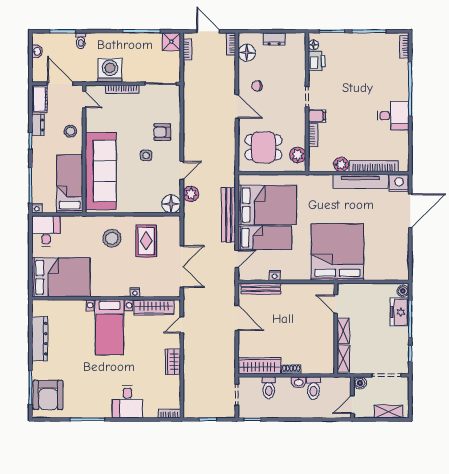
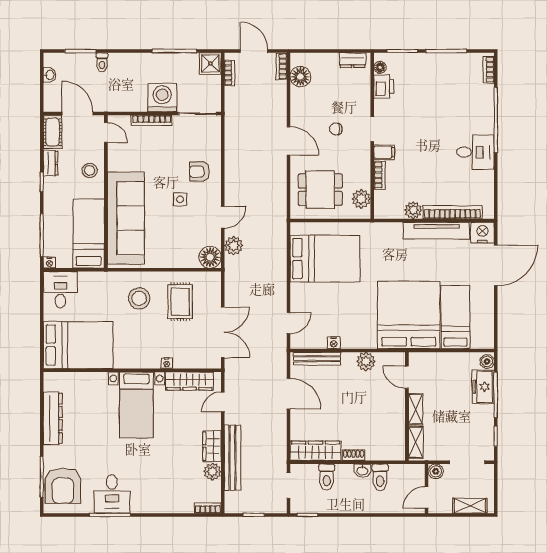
dresser: (274, 39) -> (353, 60), moved
washing machine: (110, 70) -> (162, 98), moved
chair: (257, 86) -> (336, 129), moved
bench: (229, 215) -> (232, 458), moved
bed: (265, 238) -> (456, 317), moved, turned -90
plant: (302, 291) -> (366, 361), added
plant: (173, 383) -> (212, 472), added
desk: (127, 402) -> (112, 494), moved

